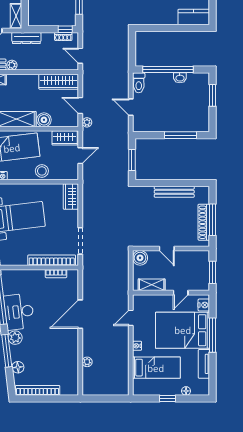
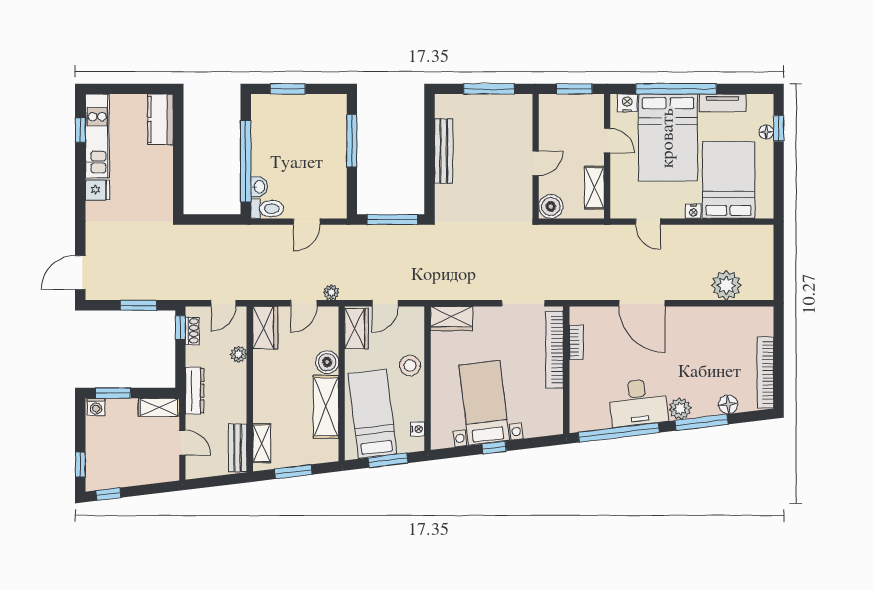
plant: (12, 65) -> (239, 354), moved
washbasin: (180, 78) -> (259, 187), moved
wardrobe: (59, 82) -> (265, 328), width x0.67
door: (80, 156) -> (385, 303), swing flipped
window: (132, 160) -> (392, 220), width x1.44
shoe rack: (204, 222) -> (493, 103), removed
window: (213, 335) -> (676, 89), width x1.46
plant: (87, 362) -> (726, 285), width x1.87, depth x1.87
bed: (156, 368) -> (729, 180), width x1.50
window: (167, 398) -> (779, 128), moved

